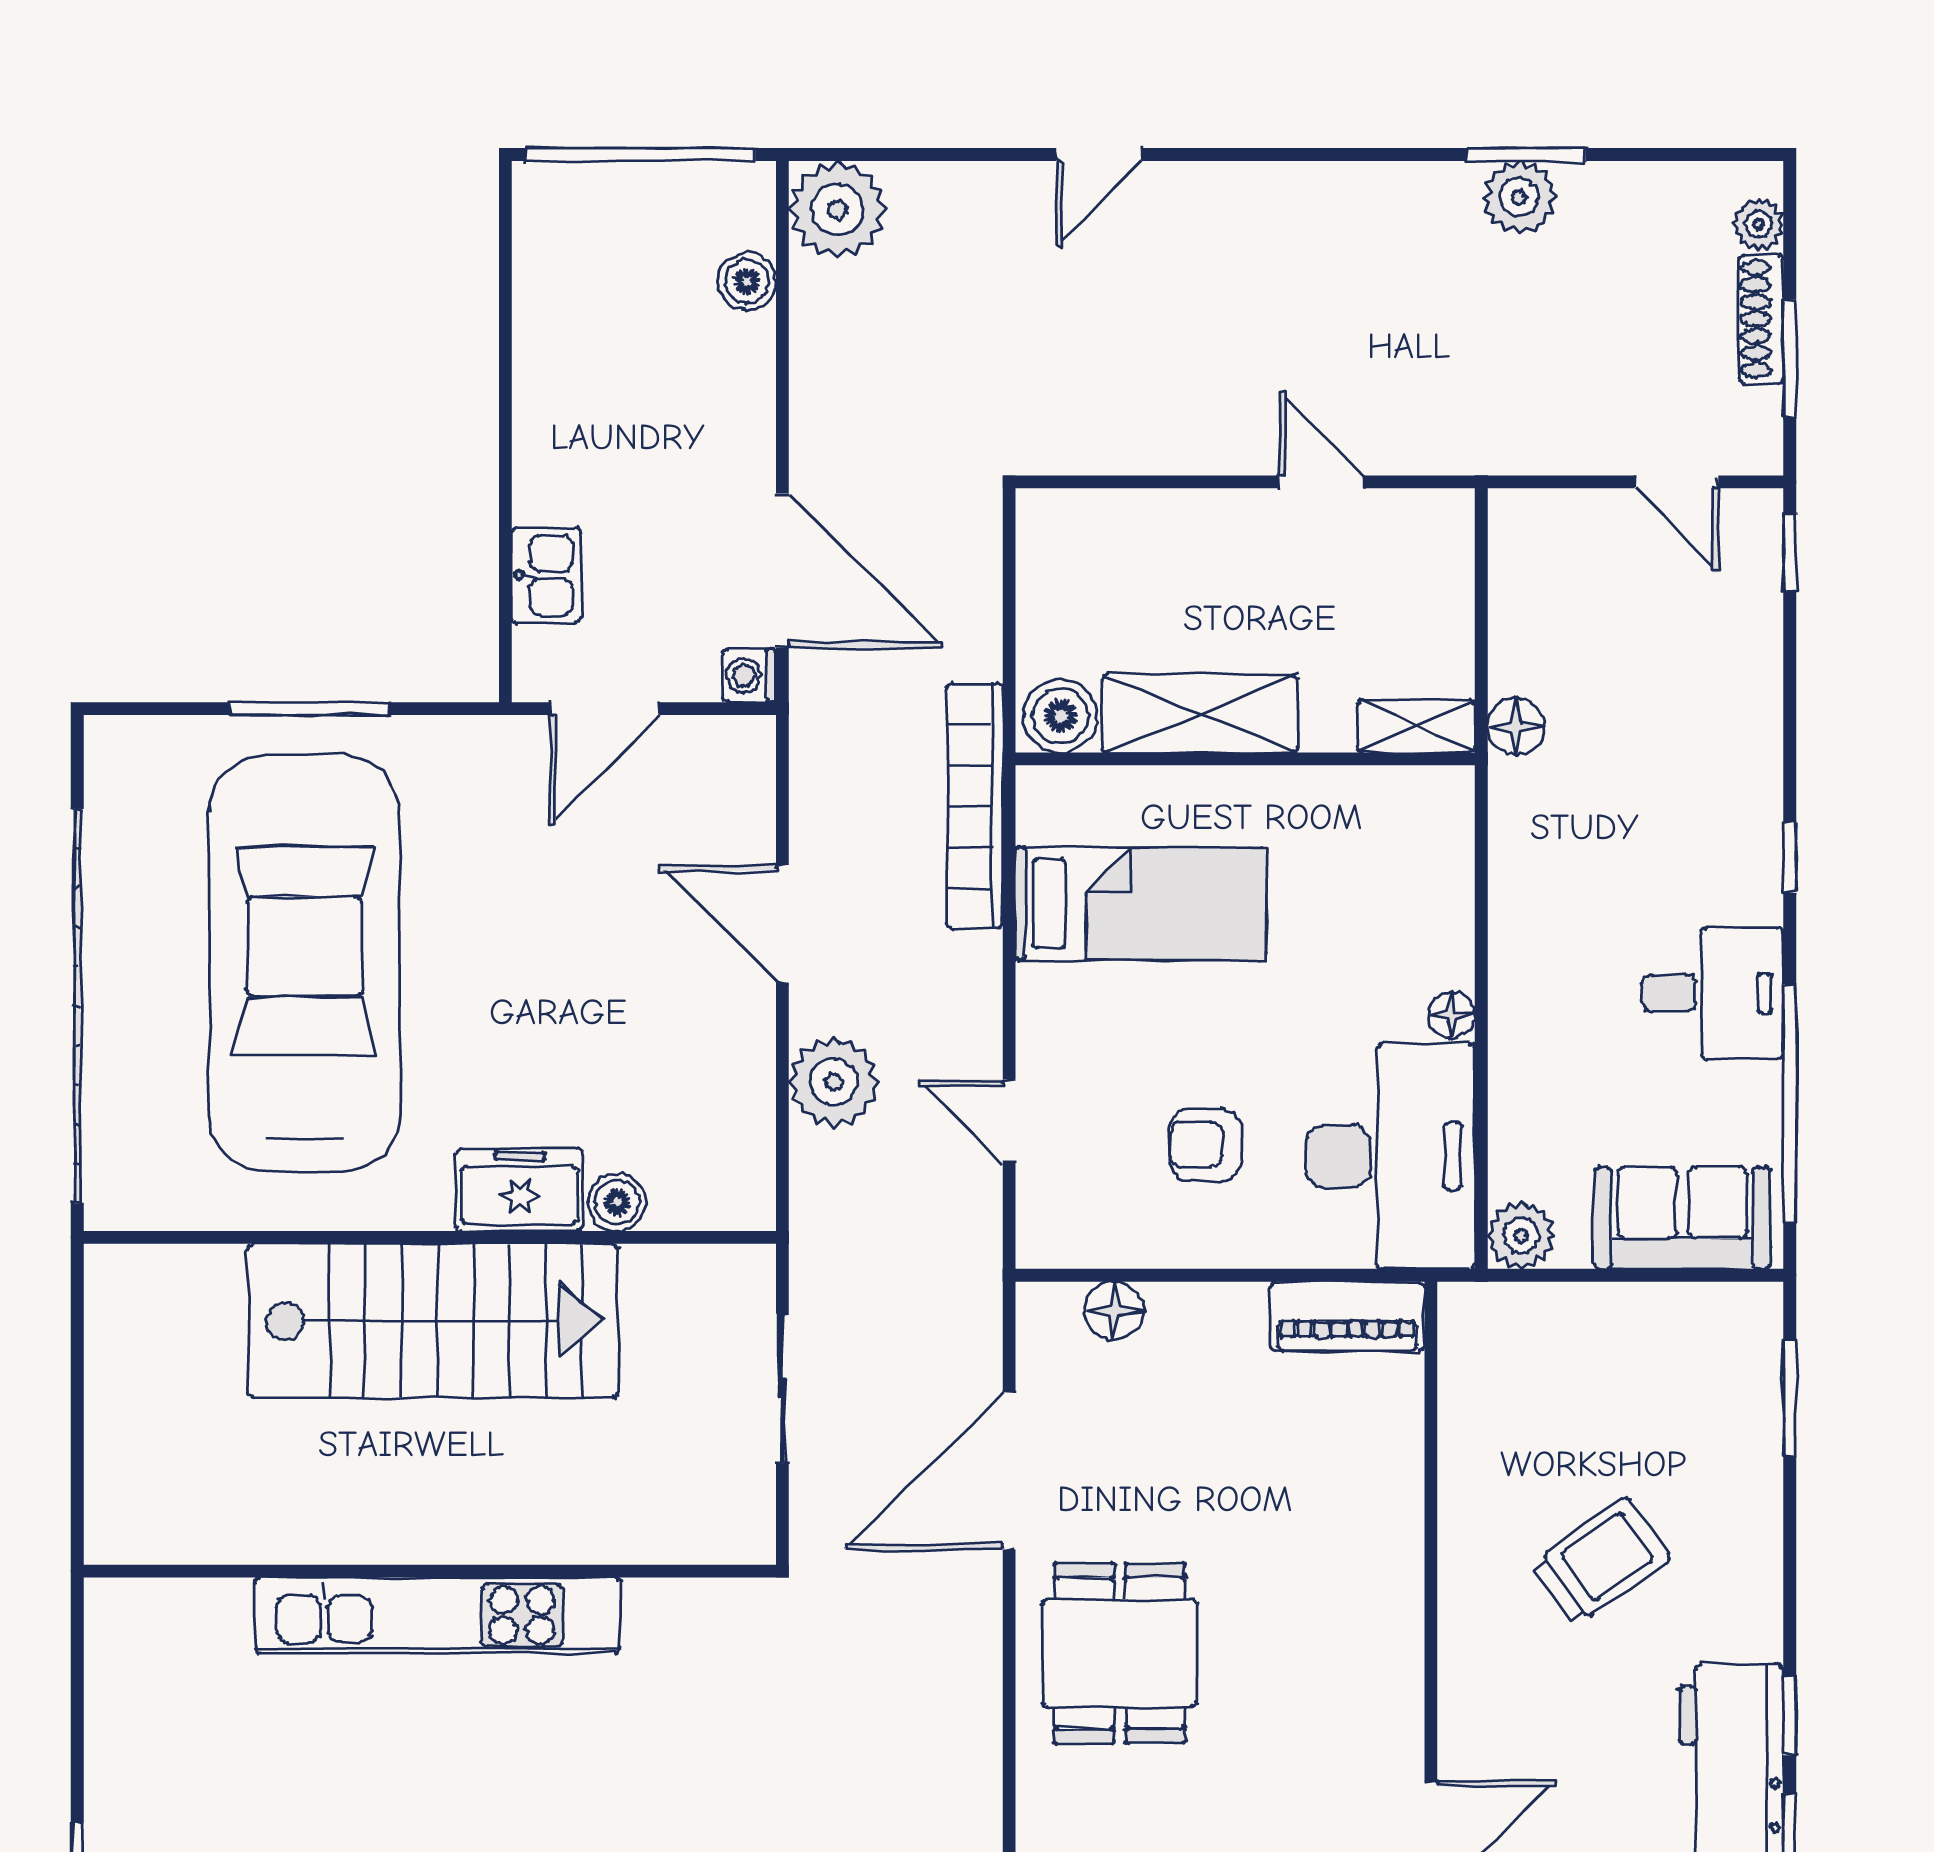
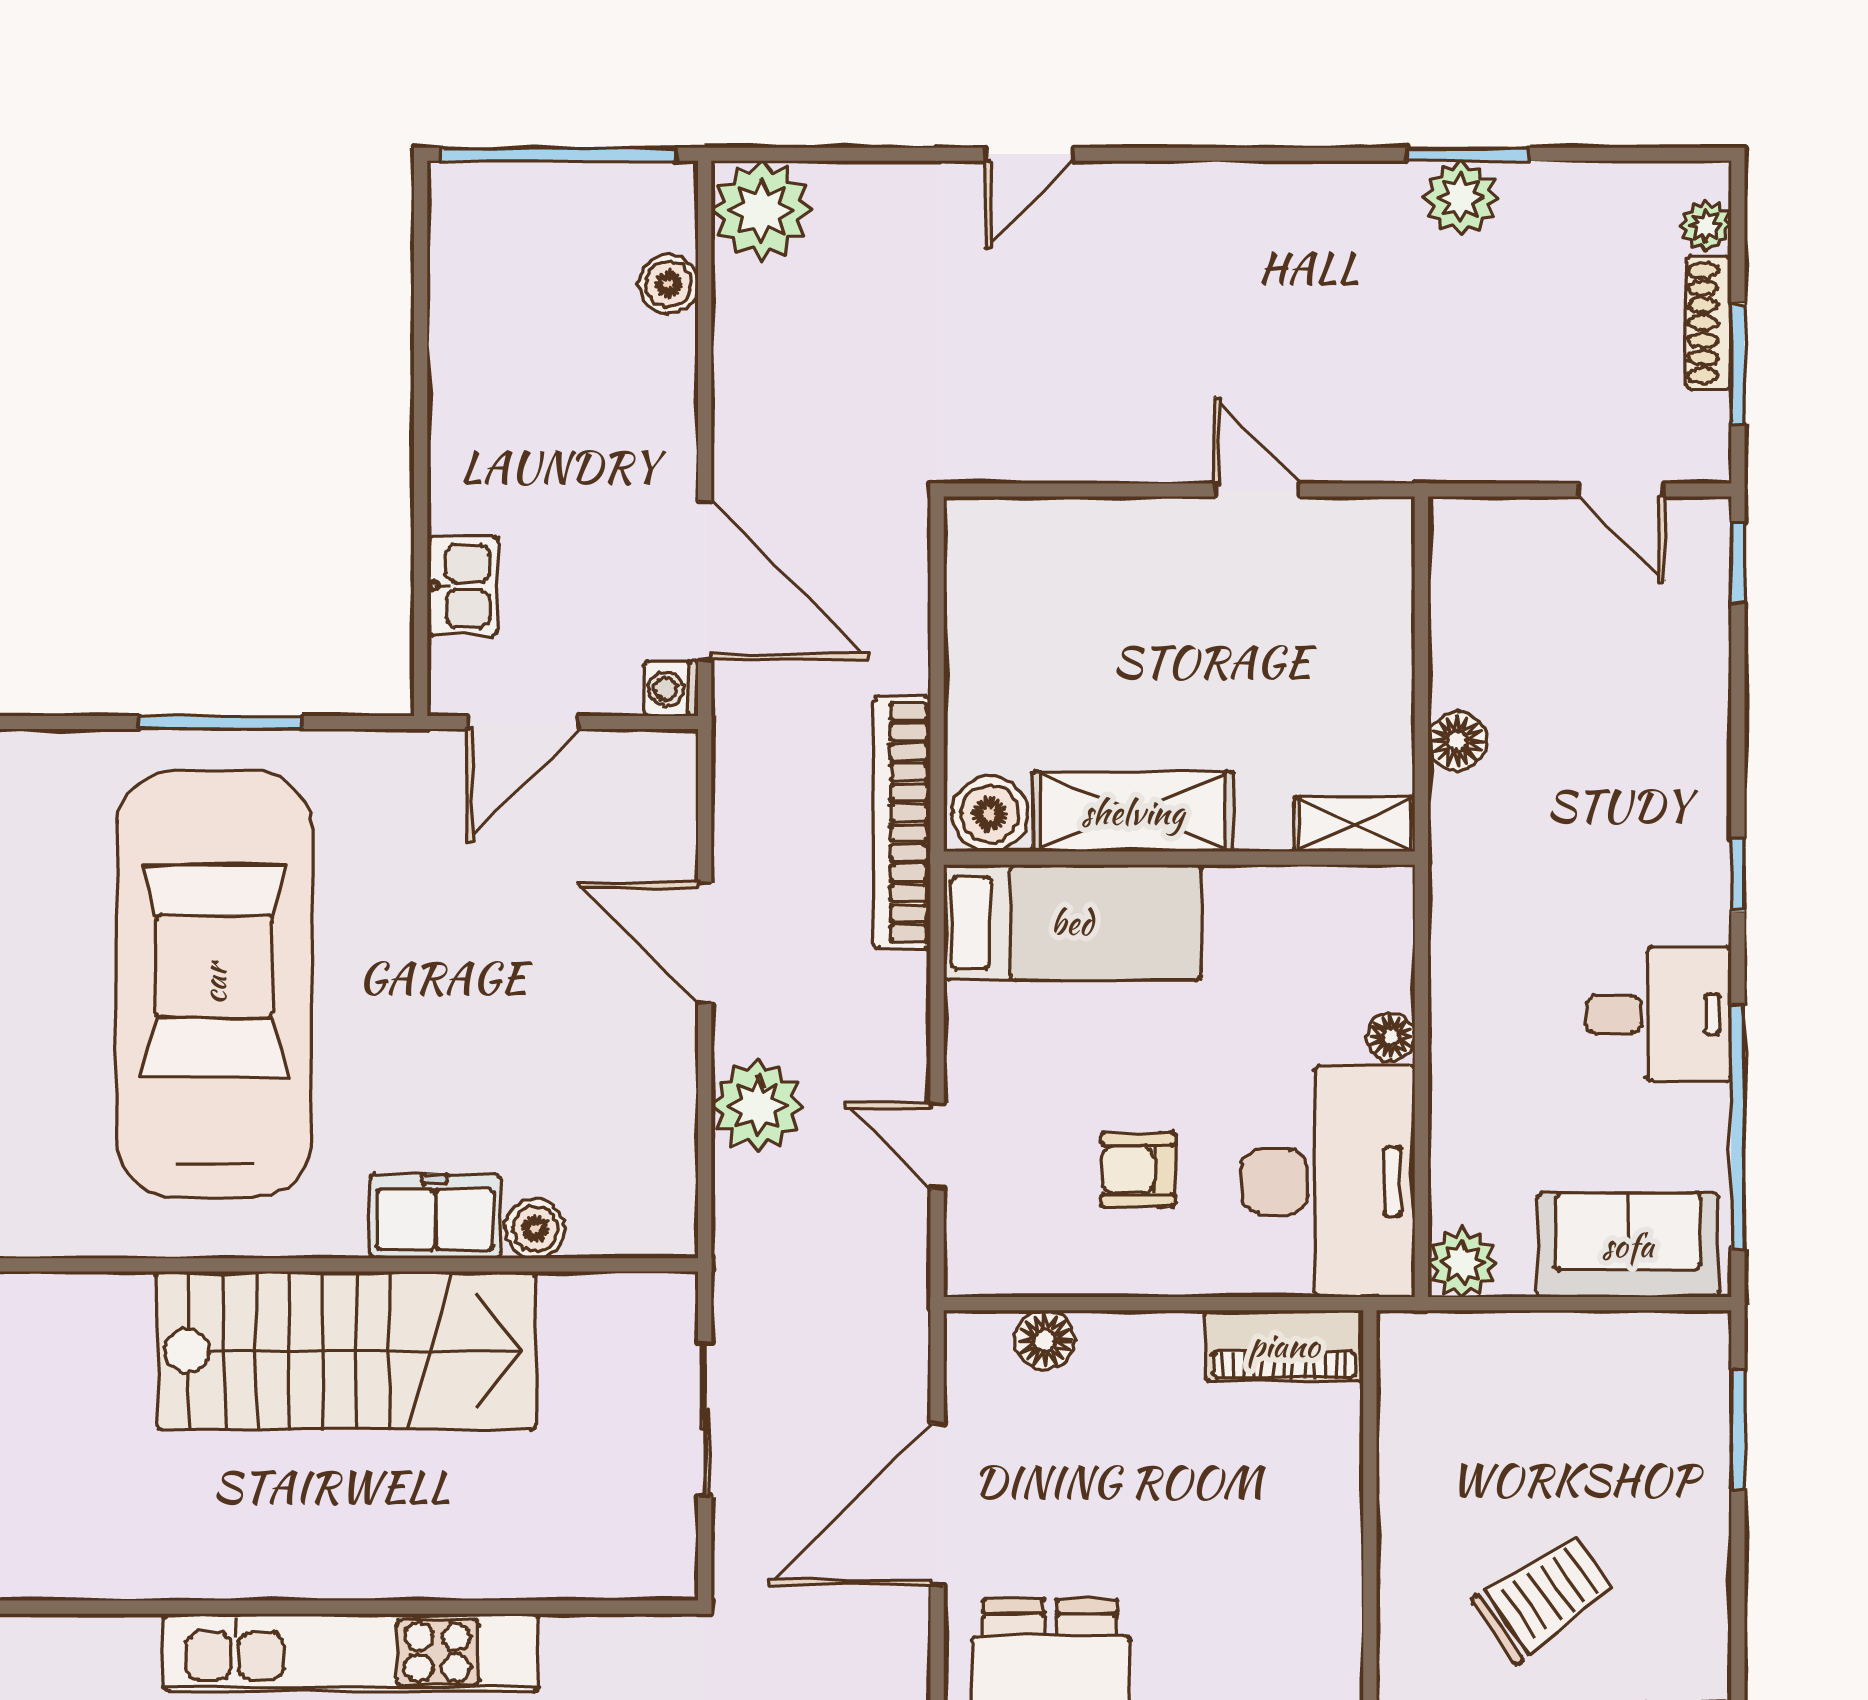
shelving: (1200, 714) -> (1133, 812), moved
boiler: (1060, 716) -> (990, 814), moved
shelving: (1416, 726) -> (1355, 824), moved
wall: (1245, 759) -> (1179, 858), moved

